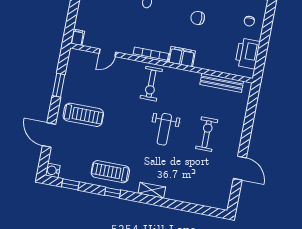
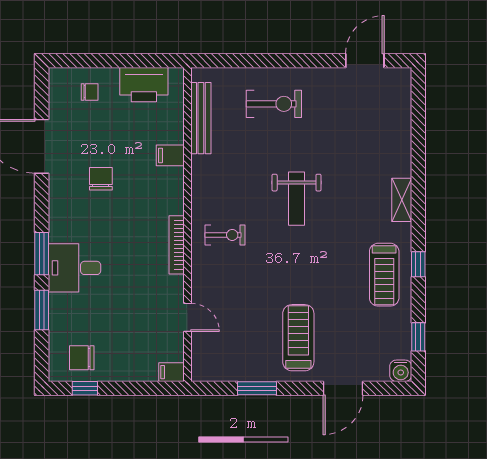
chair: (198, 18) -> (101, 179), turned 180
filing cabinet: (182, 57) -> (170, 155), moved, width x0.50
exercise bike: (151, 84) -> (225, 235), width x0.73, depth x0.72
weight bench: (164, 129) -> (297, 199), turned 90
exercise bike: (207, 134) -> (274, 104), moved, turned 180
door: (240, 168) -> (365, 61), moved

